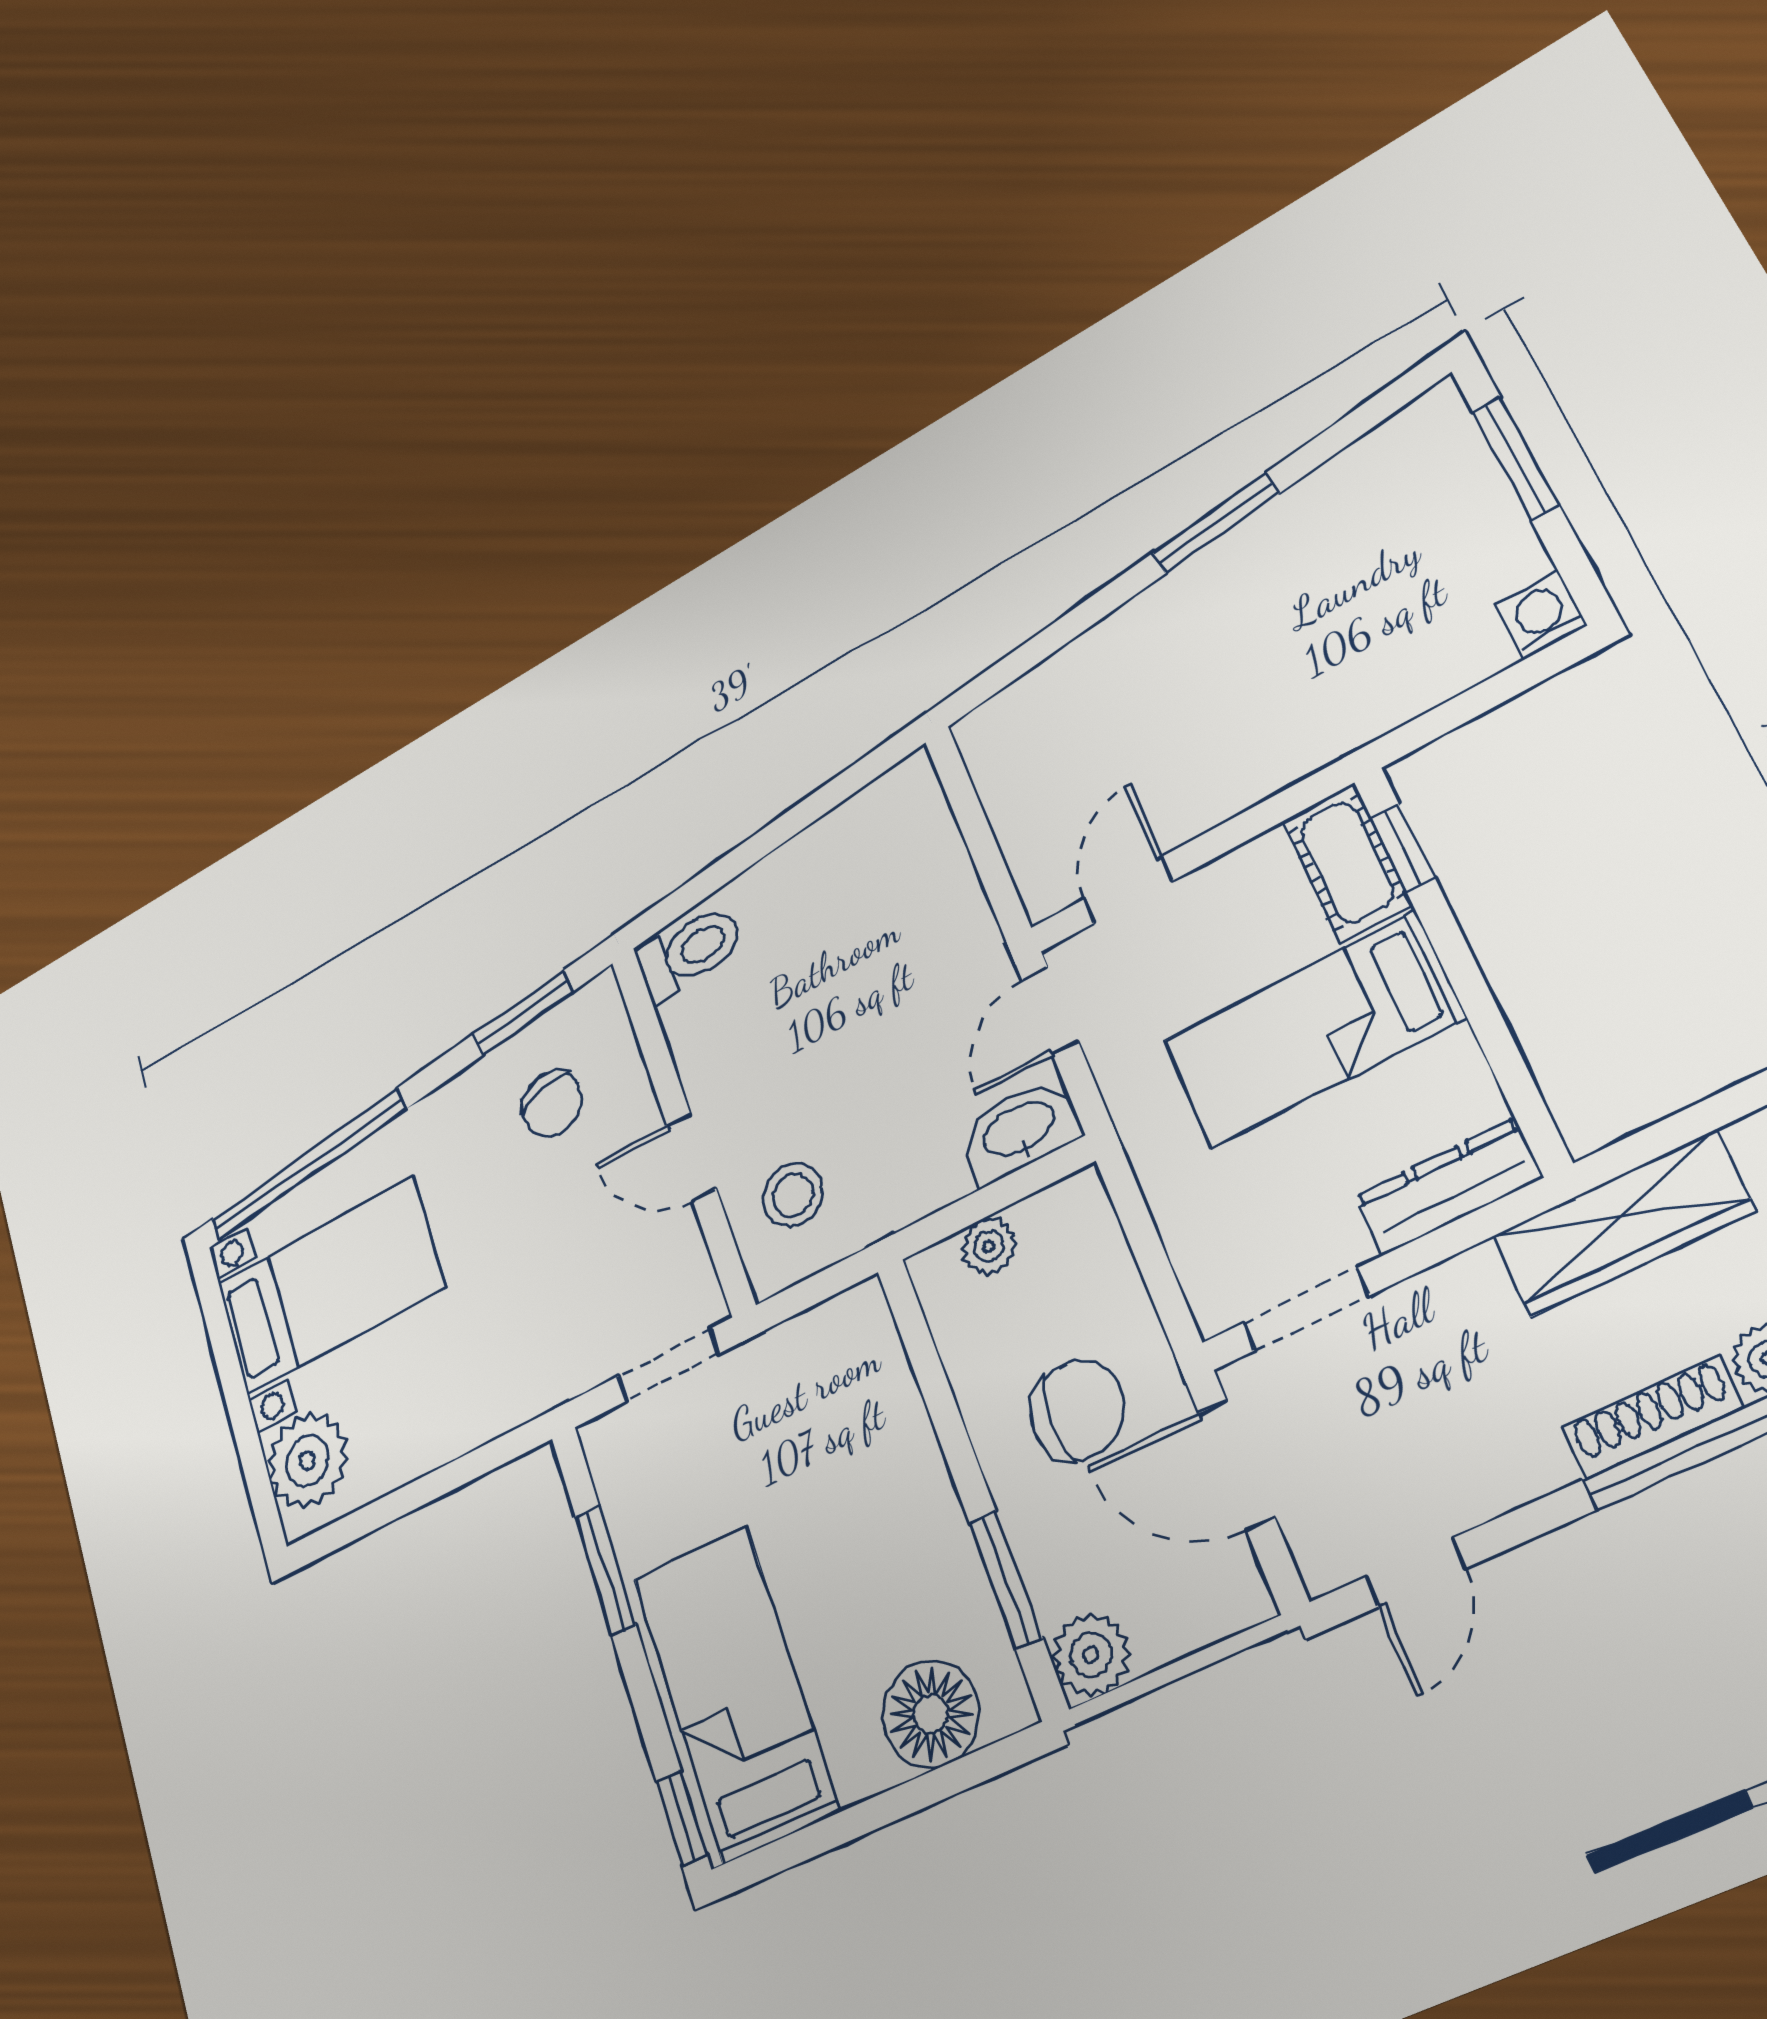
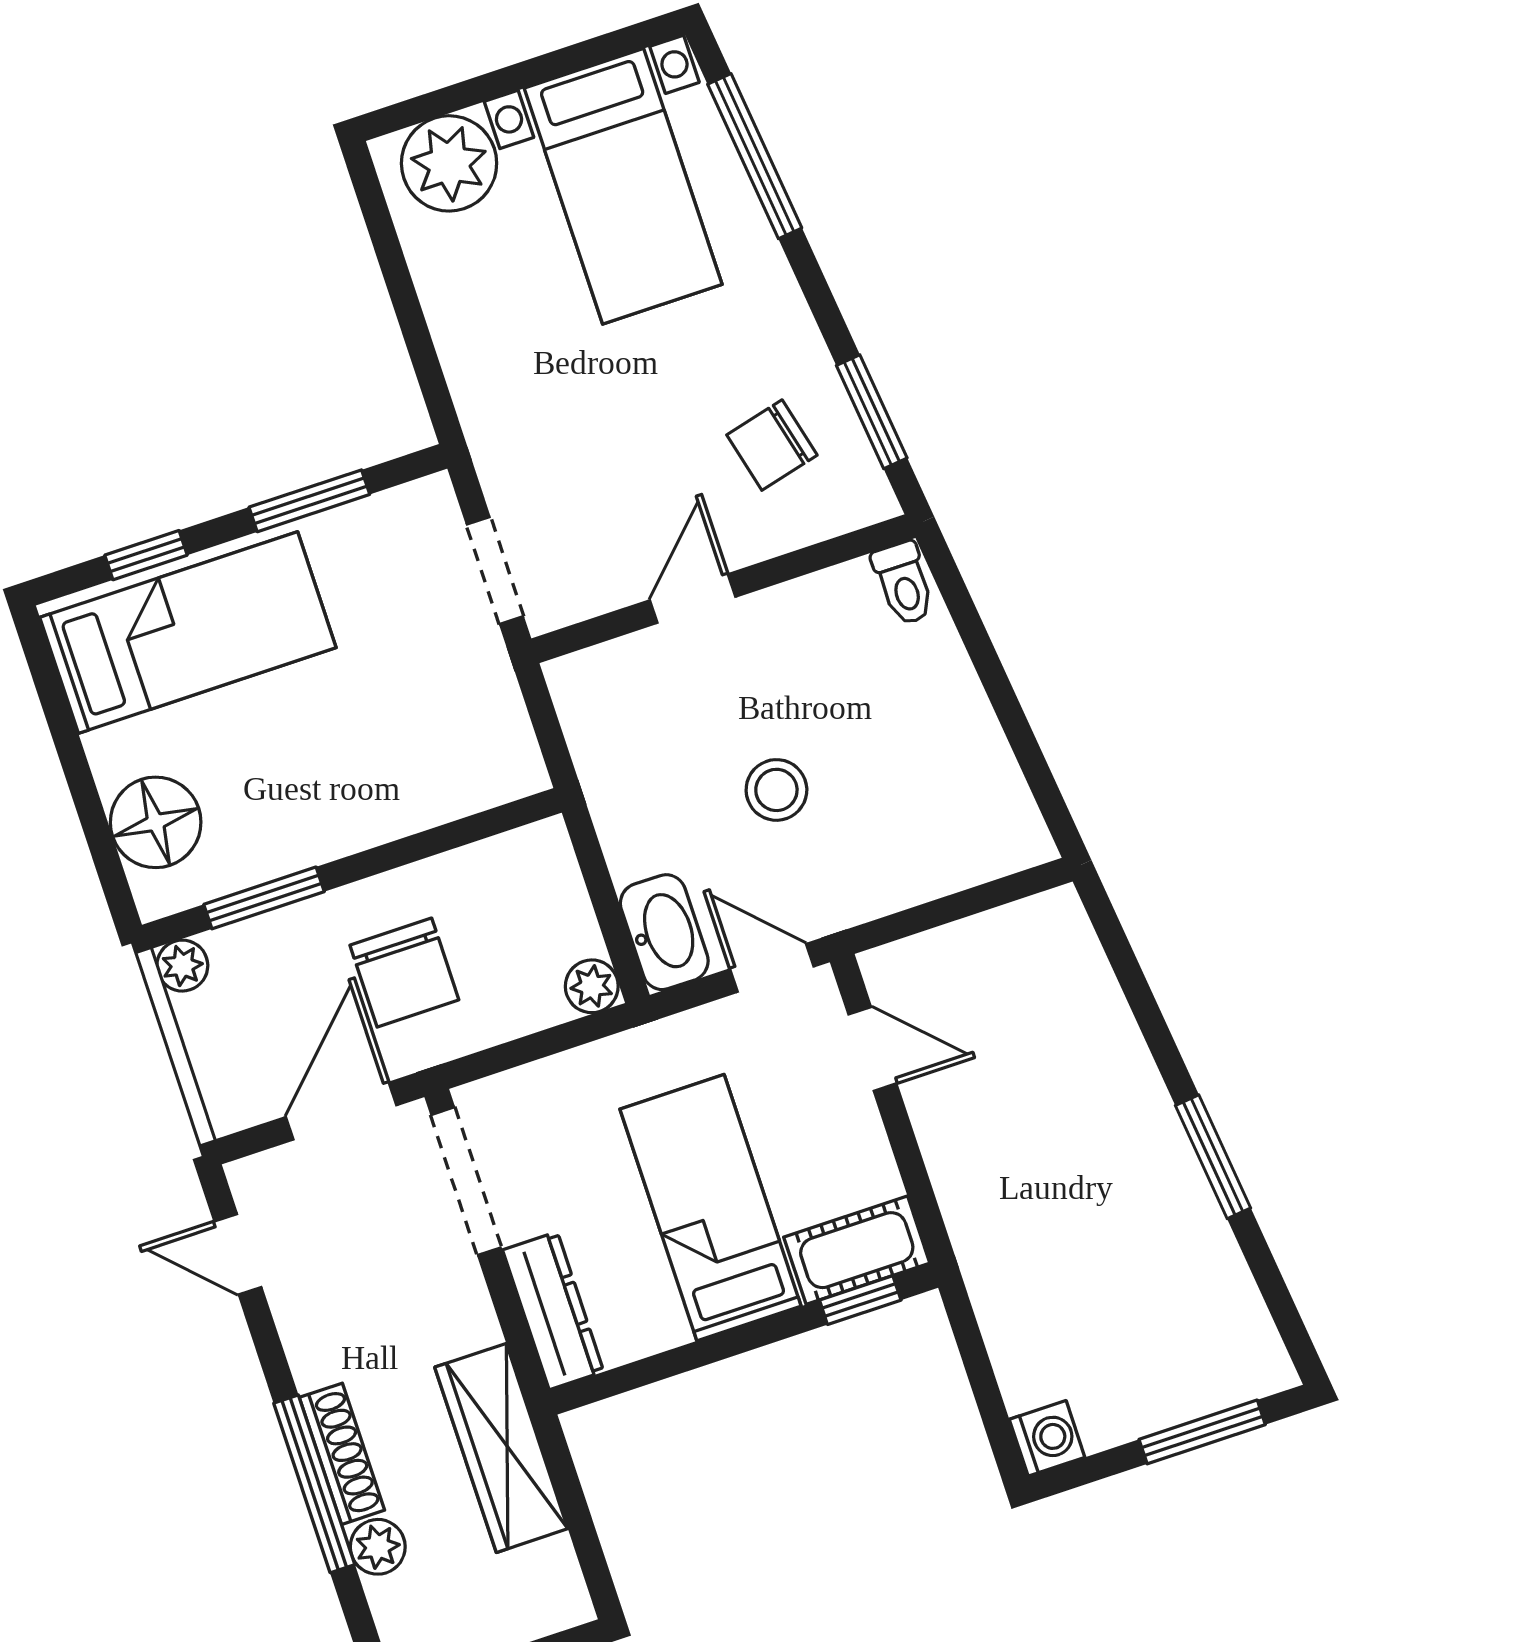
toilet: (690, 952) -> (904, 583), width x0.73, depth x0.72
window: (308, 1165) -> (755, 156), width x0.68
stool: (793, 1195) -> (776, 790), moved
plant: (989, 1246) -> (592, 986), moved
doorway: (1306, 1309) -> (466, 1181), width x1.38
plant: (1091, 1655) -> (182, 966), width x0.73, depth x0.73
window: (682, 1818) -> (146, 555), moved

